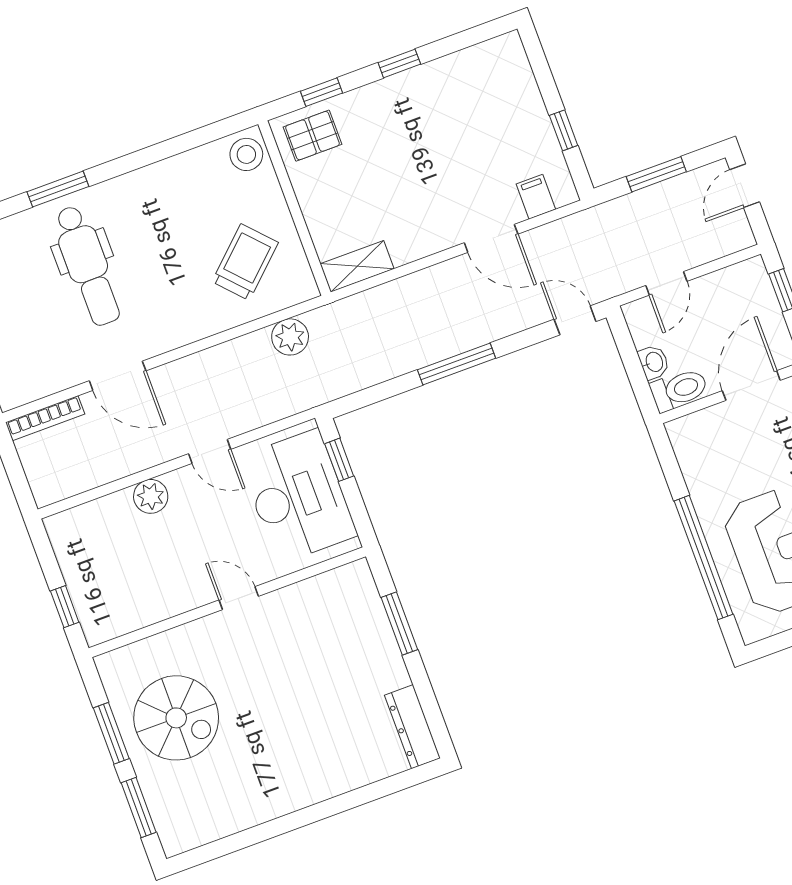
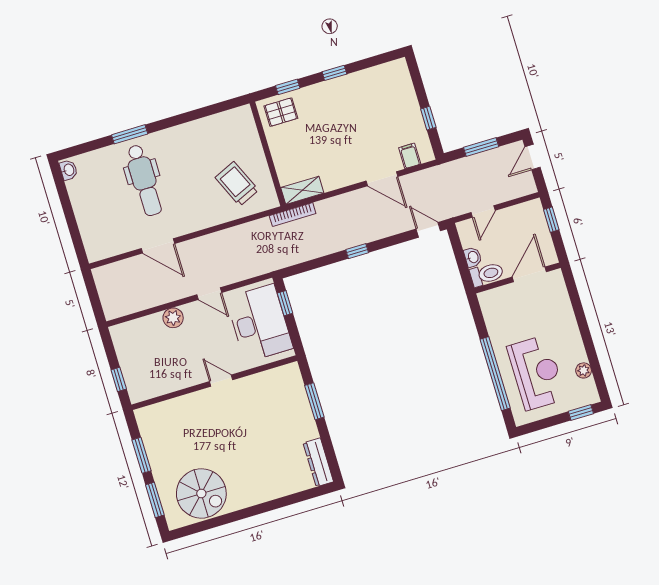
stool: (246, 154) -> (241, 121), removed
trolley: (245, 262) -> (237, 184), turned -71
plant: (290, 337) -> (261, 229), removed
window: (456, 364) -> (357, 251), width x0.46
bookcase: (45, 418) -> (293, 215), moved
spiral stairs: (176, 718) -> (201, 493), moved

